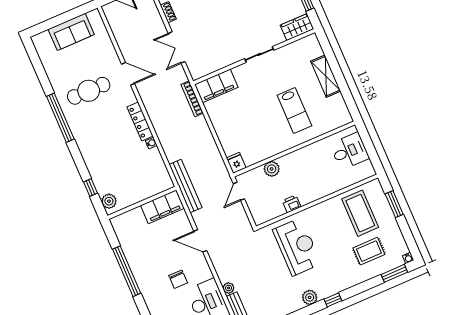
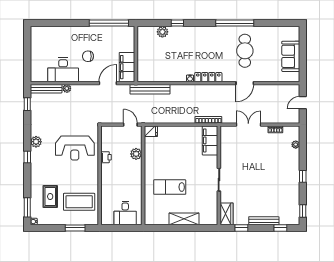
wall: (142, 203) -> (136, 54), moved
filing cabinet: (162, 207) -> (127, 67), moved

